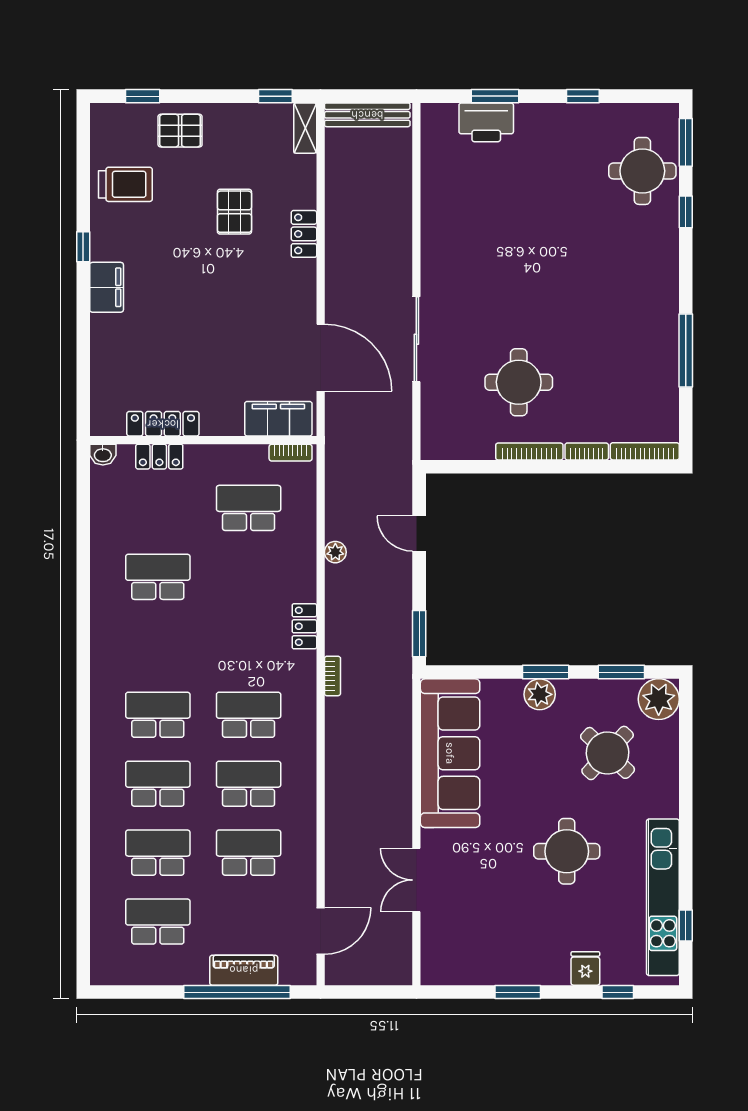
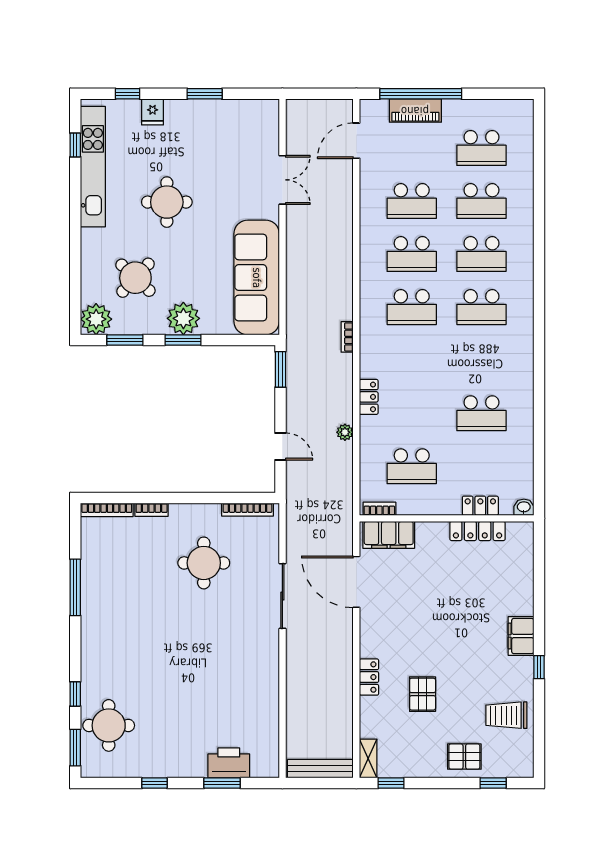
bookcase: (529, 452) -> (248, 510), moved
locker: (304, 626) -> (369, 397), moved
plant: (540, 694) -> (183, 318), width x1.36, depth x1.36

